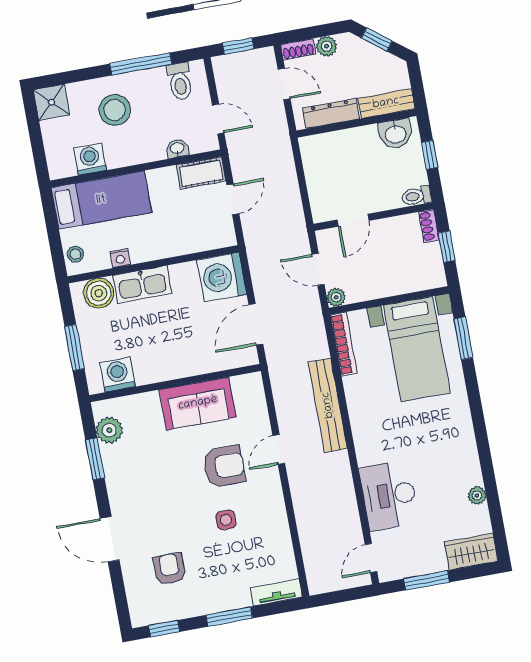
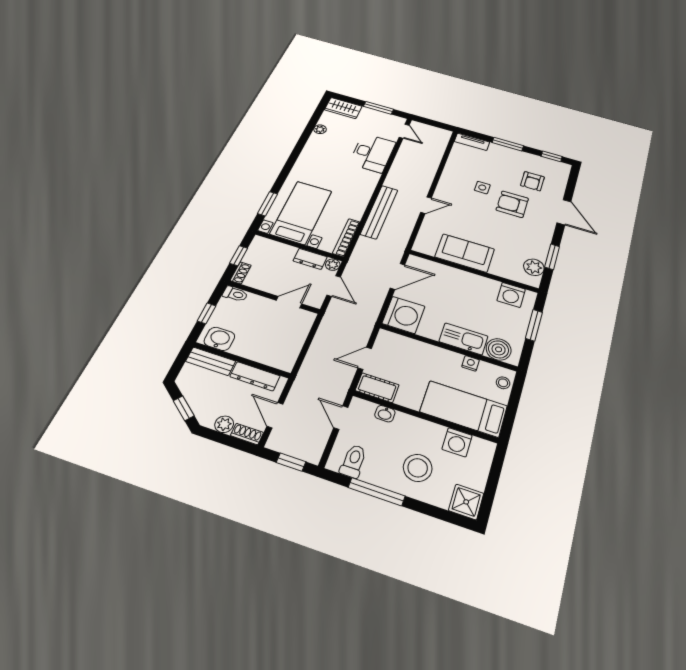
dresser: (366, 290) -> (310, 259), added
armchair: (224, 466) -> (512, 204), moved
door: (371, 558) -> (404, 131), hinge flipped

